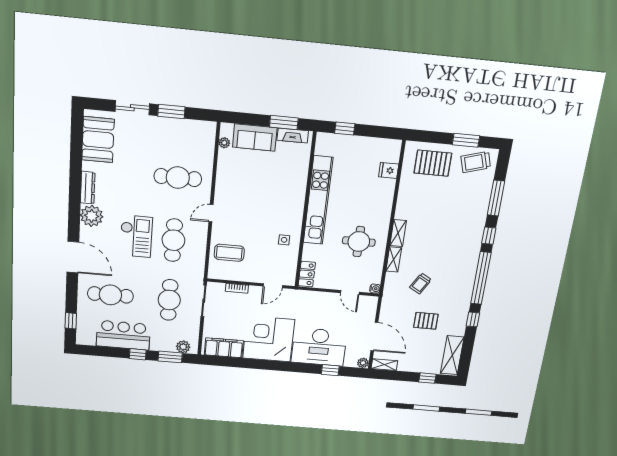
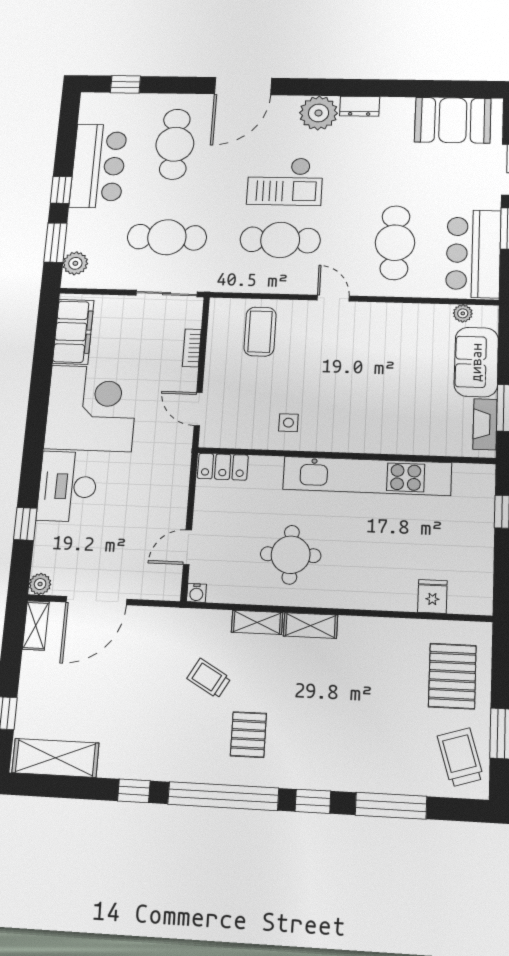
bar counter: (187, 134) -> (473, 253), added
dresser: (88, 188) -> (360, 106), width x0.70
pallet: (426, 321) -> (248, 735), moved
desk: (319, 347) -> (67, 486), width x0.73, depth x0.77

